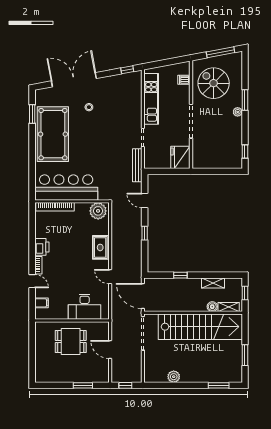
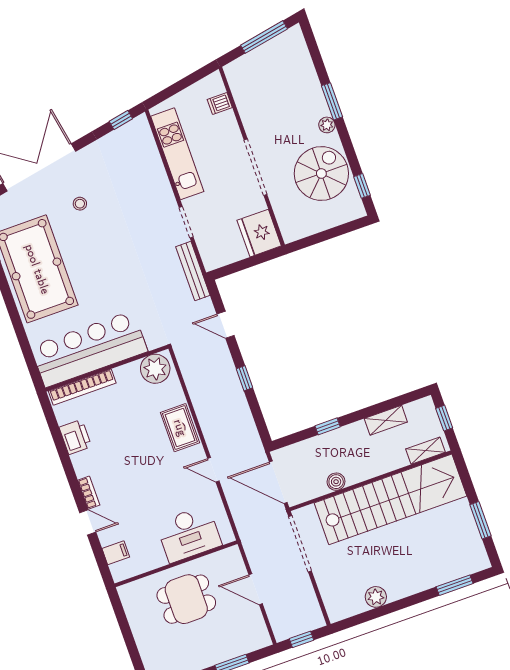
spiral stairs: (214, 83) -> (321, 174), moved, turned 90
printer: (42, 247) -> (75, 437), moved
boiler: (212, 307) -> (336, 482), moved

